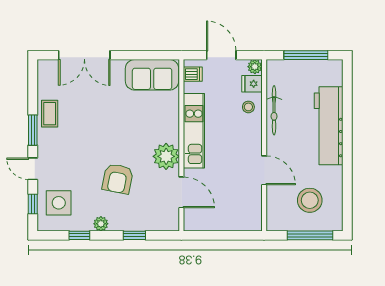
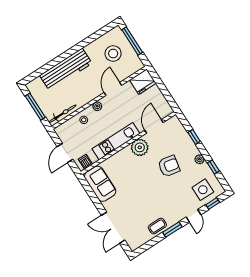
double door: (84, 55) -> (113, 228), swing flipped
plant: (255, 67) -> (97, 106), moved
fridge: (252, 84) -> (143, 82), moved, width x1.88, depth x1.34
bicycle: (274, 110) -> (62, 114), moved

